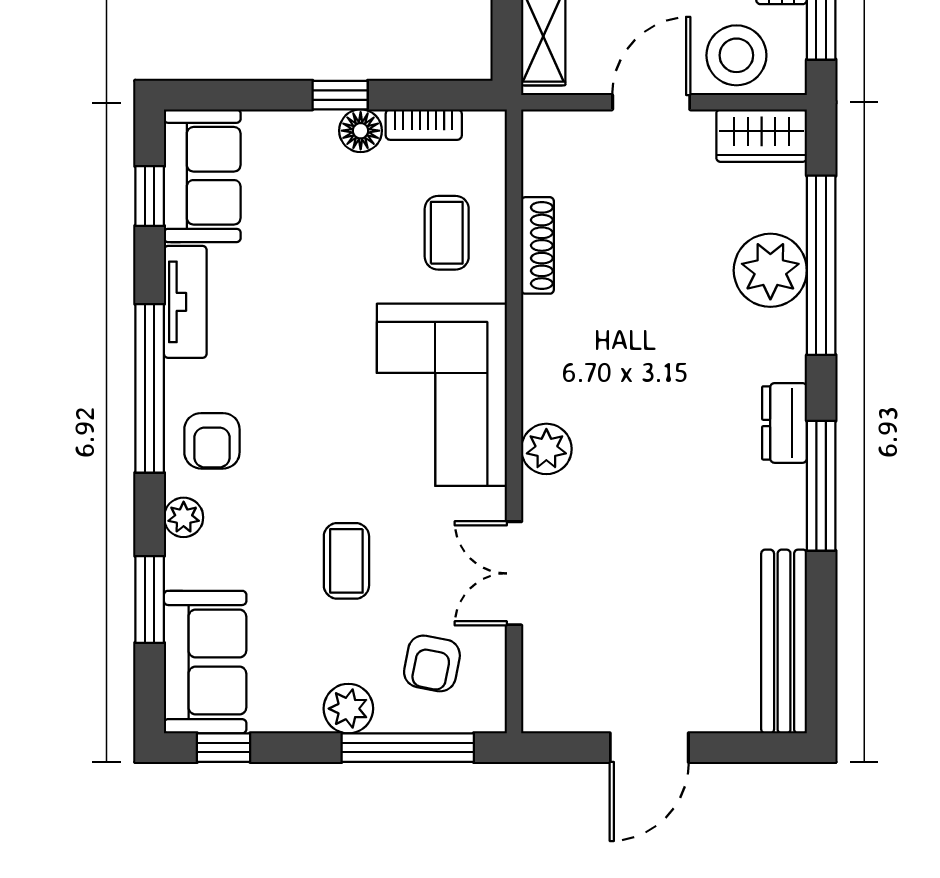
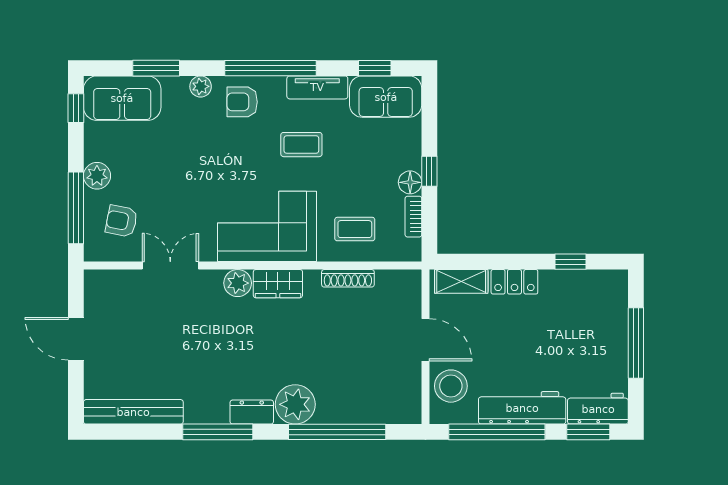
wardrobe: (762, 136) -> (278, 284), moved, turned -90
plant: (770, 270) -> (295, 404), moved
coffee table: (346, 561) -> (301, 145), moved

